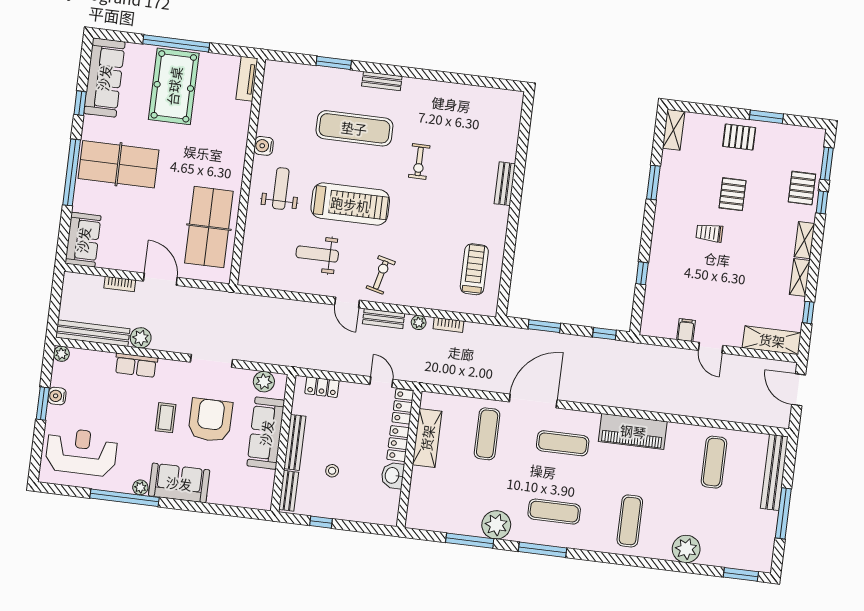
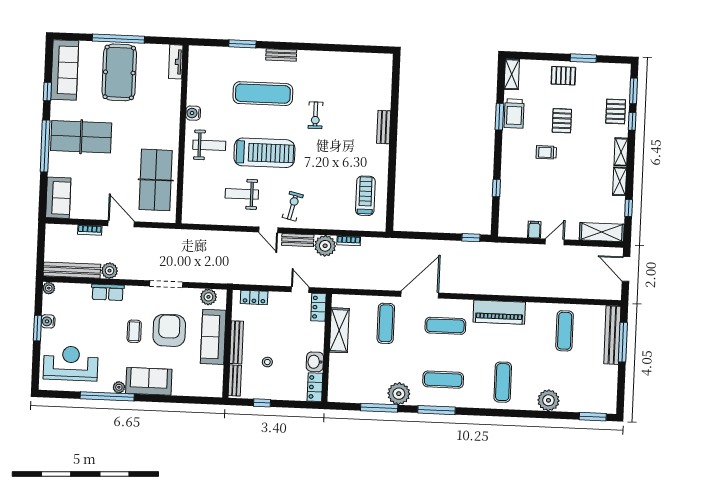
trolley: (672, 180) -> (514, 113), added
weight bench: (281, 189) -> (209, 145), turned 90
plant: (419, 322) -> (325, 246), width x1.87, depth x1.87
window: (544, 326) -> (424, 236), removed
door: (711, 348) -> (555, 242), swing flipped
locker: (398, 444) -> (315, 387), moved
window: (783, 513) -> (623, 342), moved

